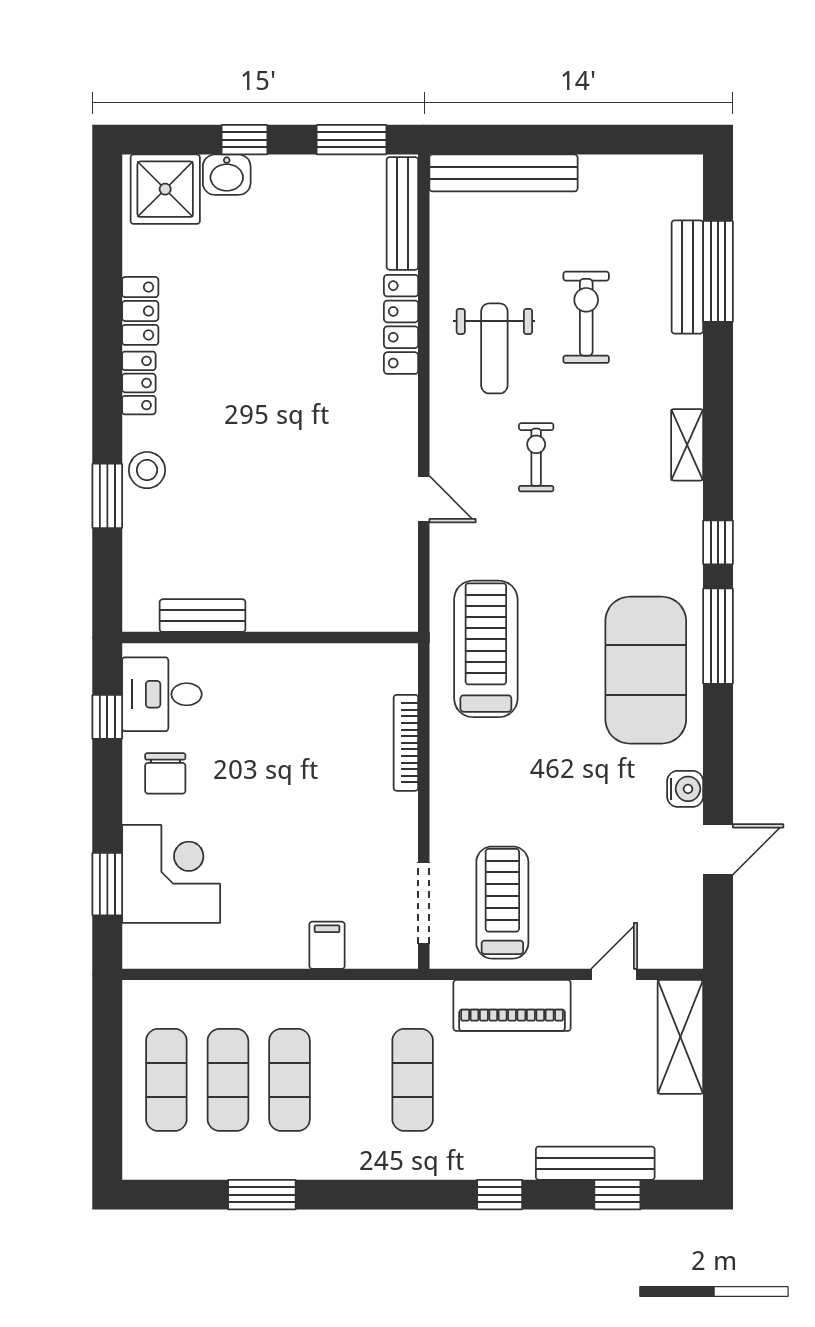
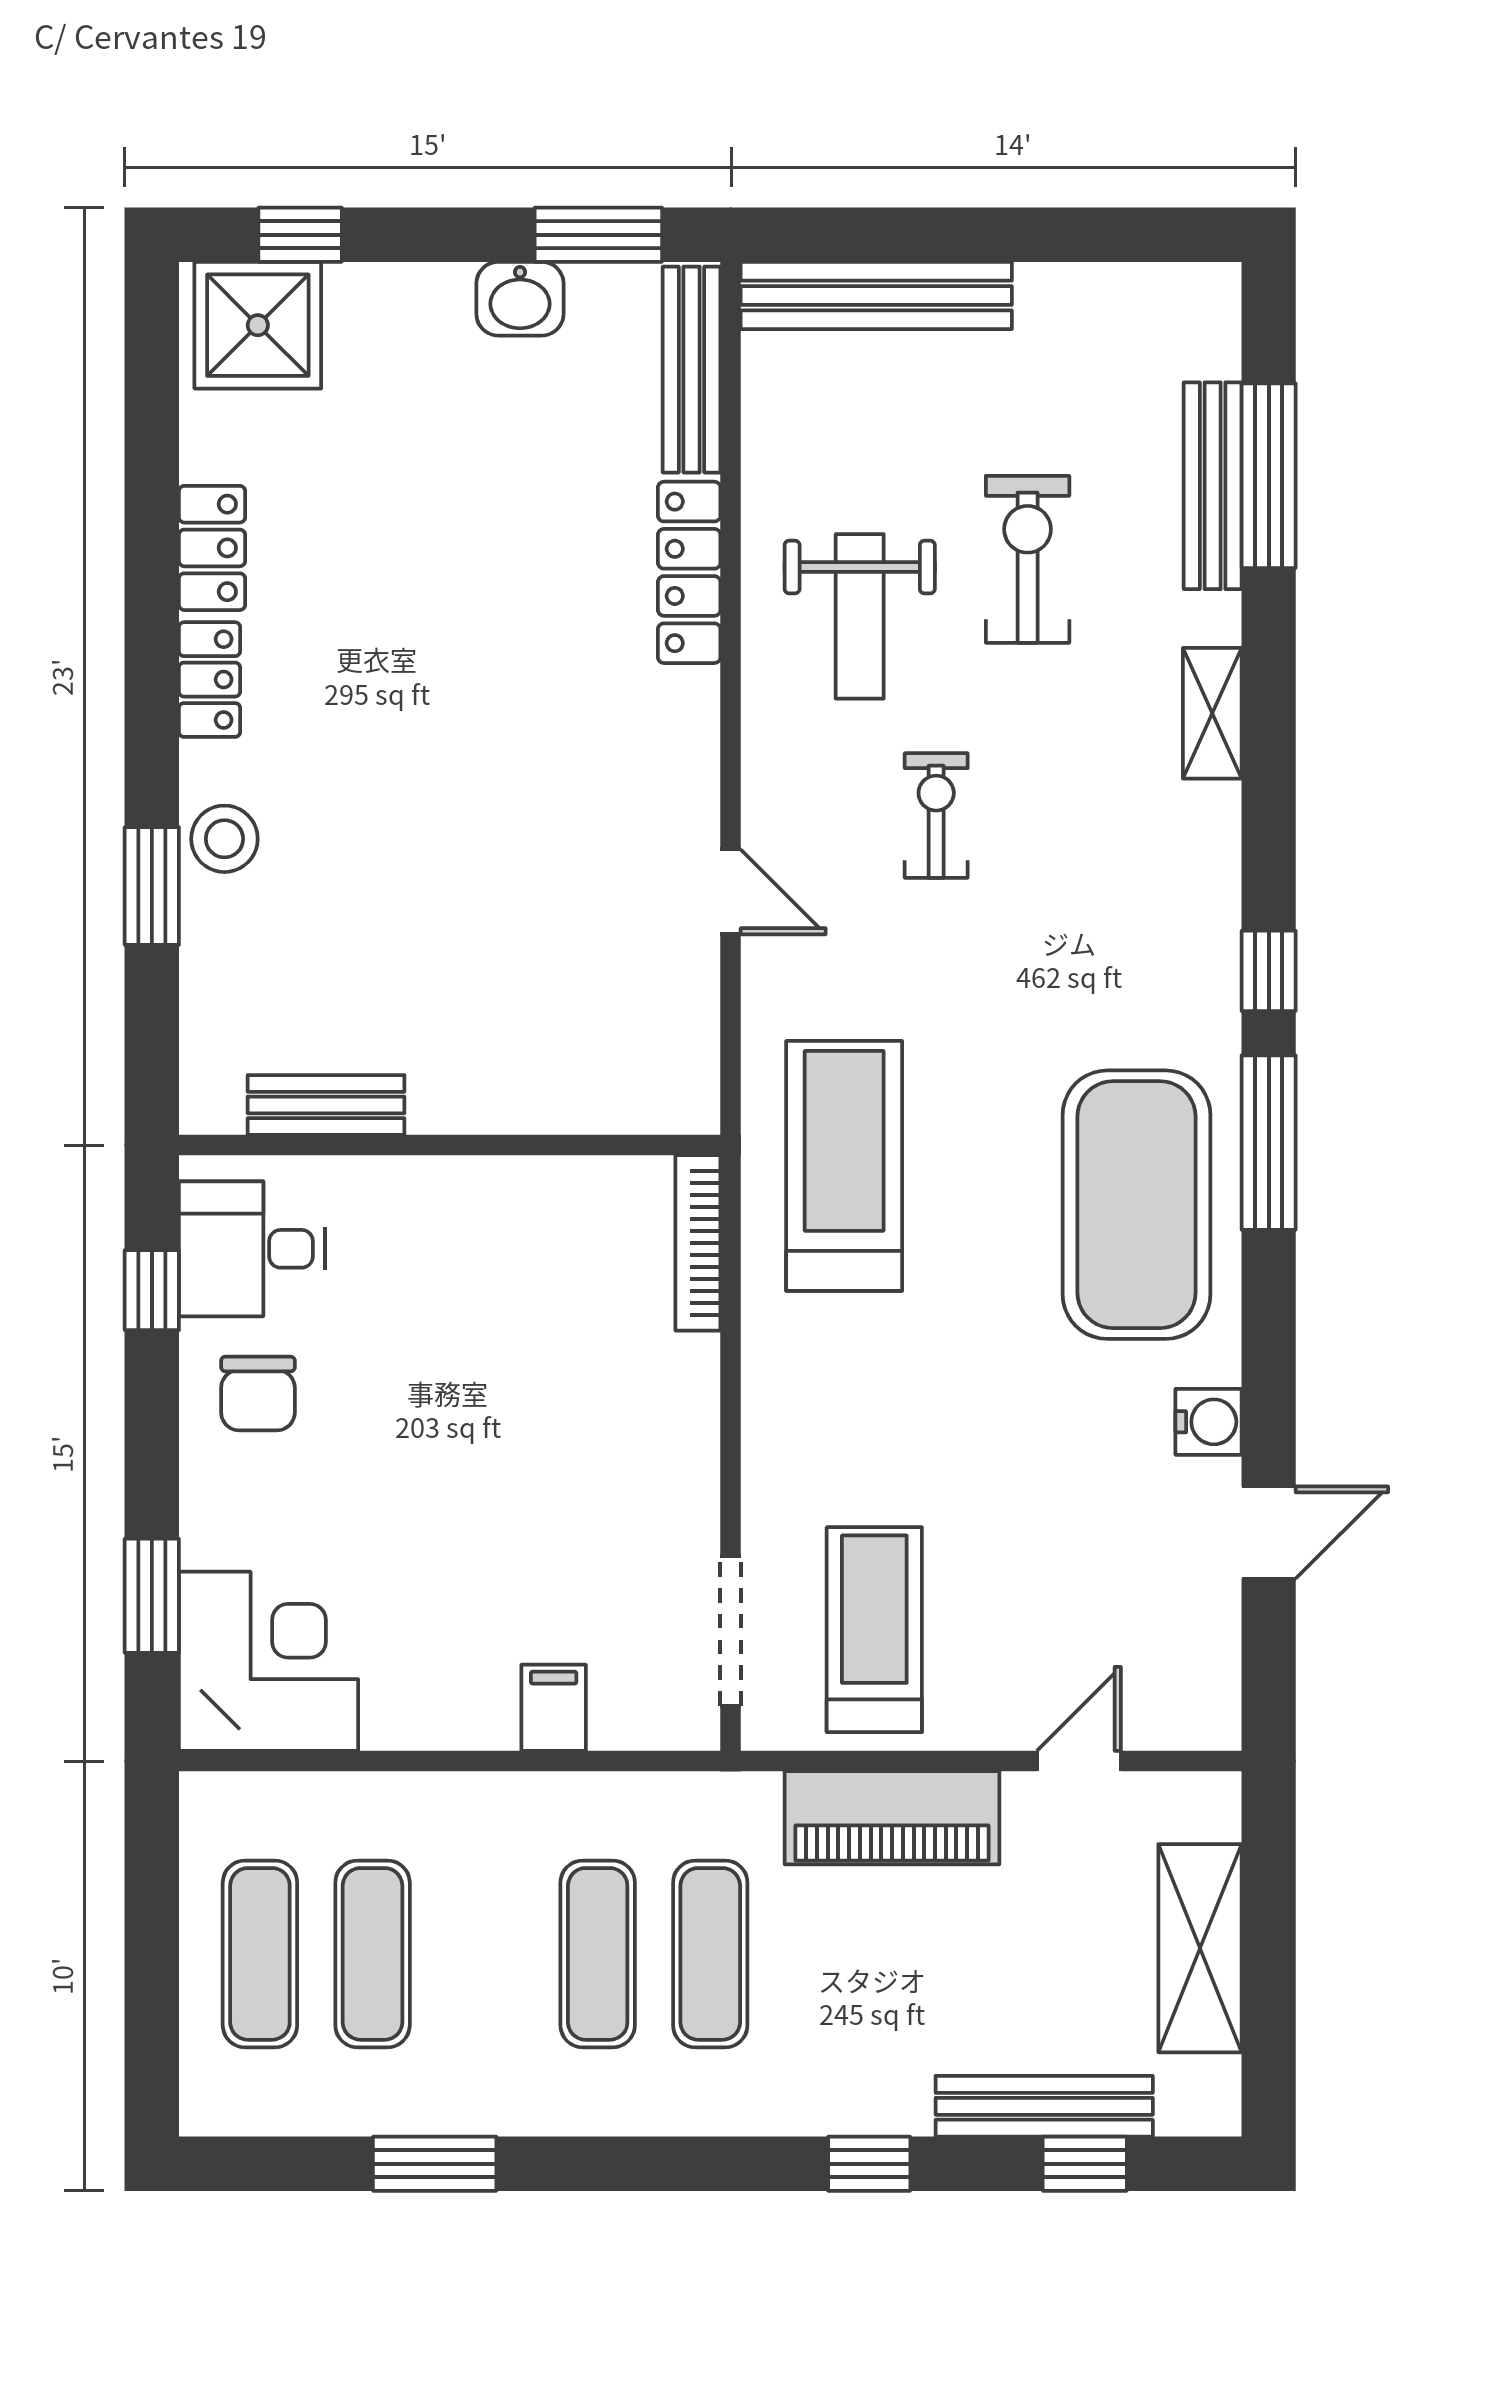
window: (244, 140) -> (300, 235), moved
washbasin: (227, 175) -> (520, 299), moved
shelving: (687, 445) -> (1212, 713), moved
bookcase: (406, 743) -> (698, 1243), moved
corner desk: (171, 874) -> (269, 1661), moved
shelving: (680, 1037) -> (1200, 1948), moved
exercise mat: (290, 1080) -> (598, 1954), moved

